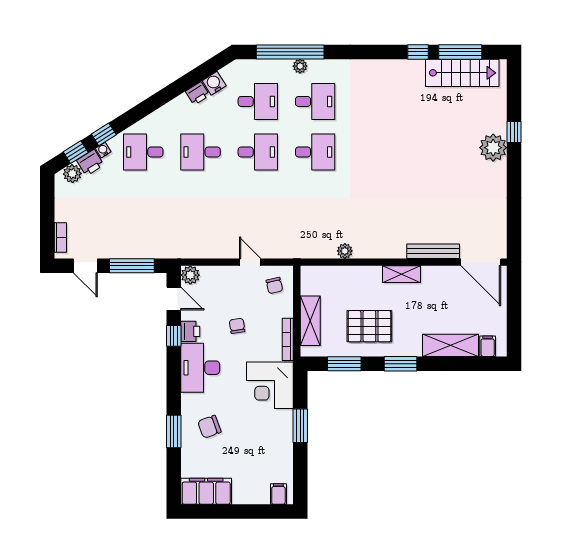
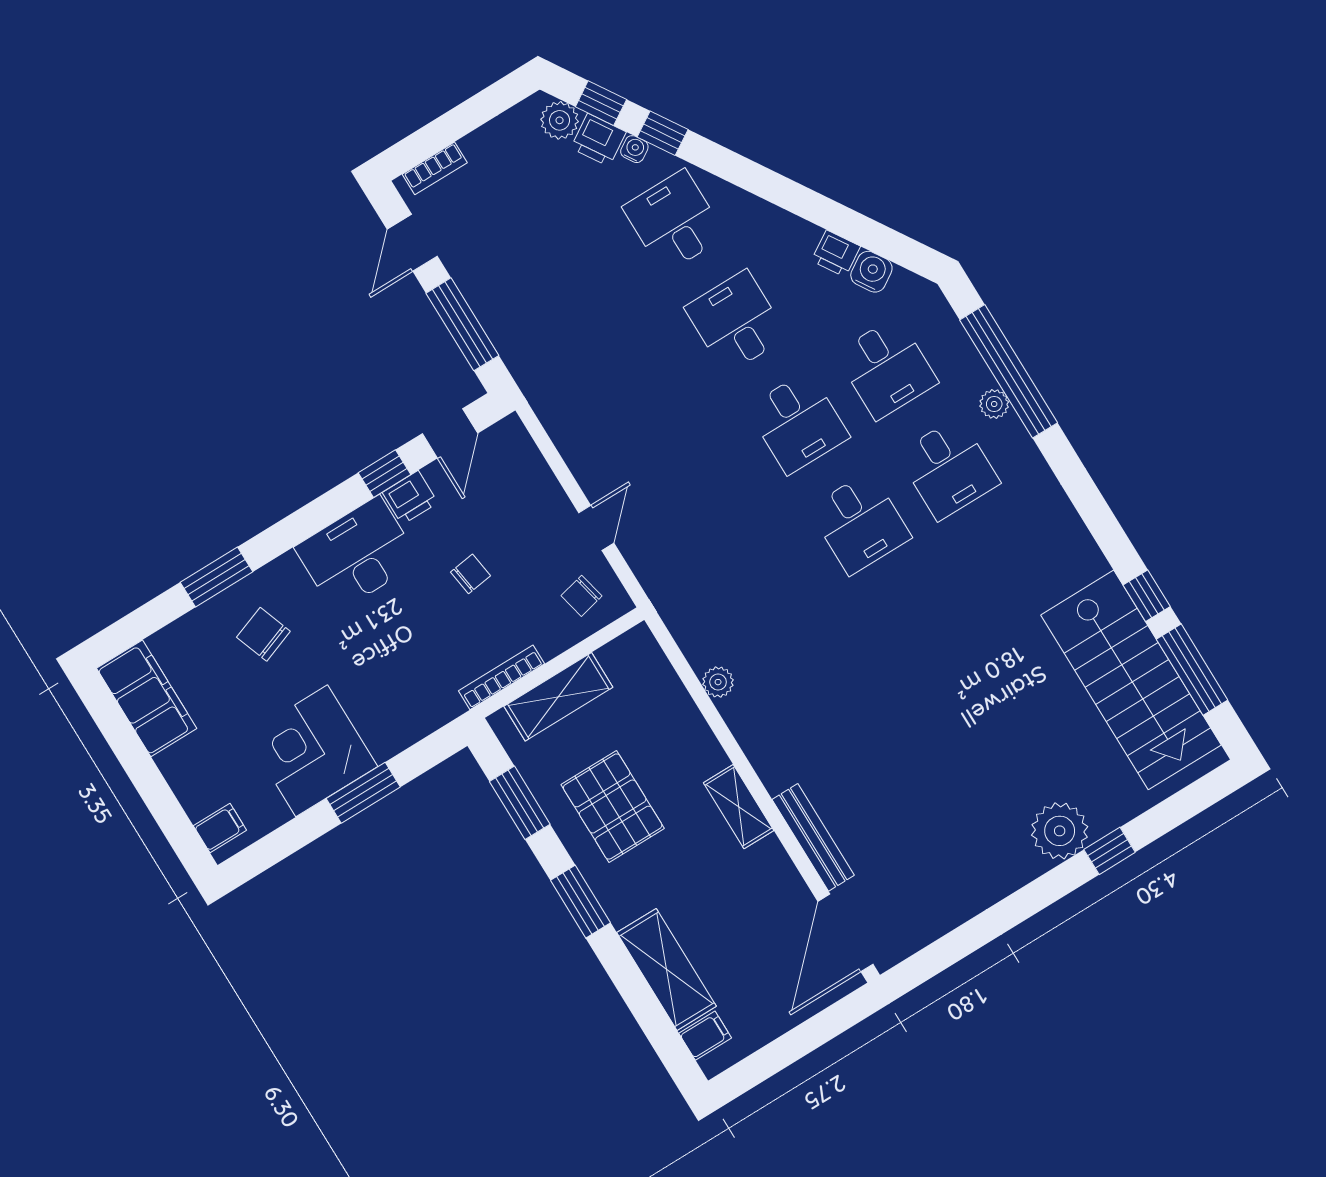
stairs: (462, 73) -> (1131, 680), width x1.36, depth x1.51
plant: (190, 275) -> (509, 437), removed
corner desk: (270, 385) -> (312, 751), moved

